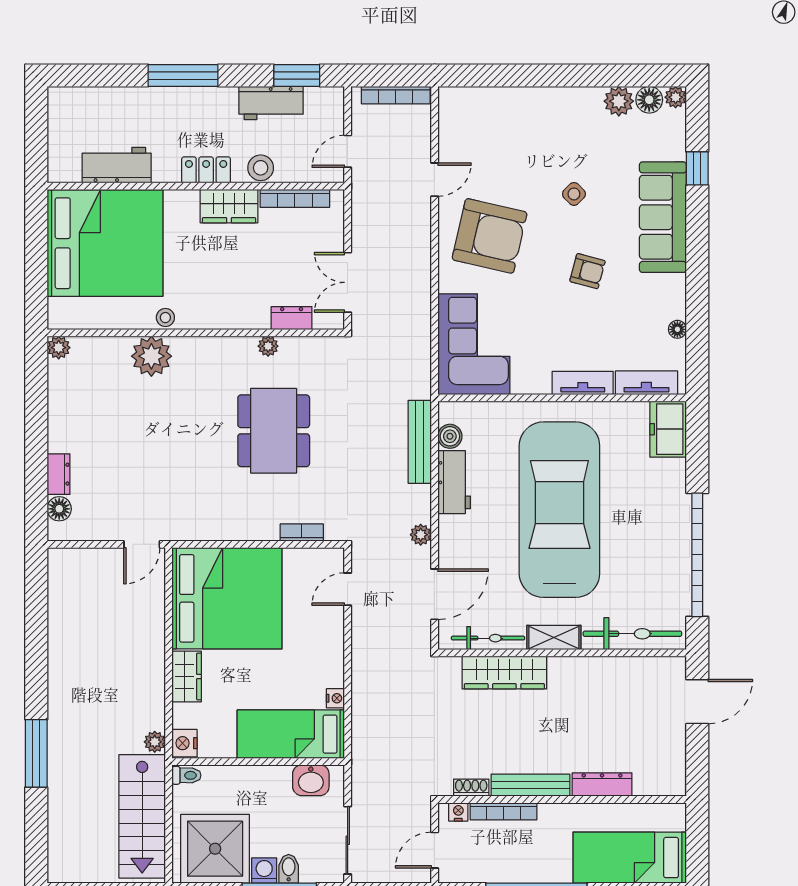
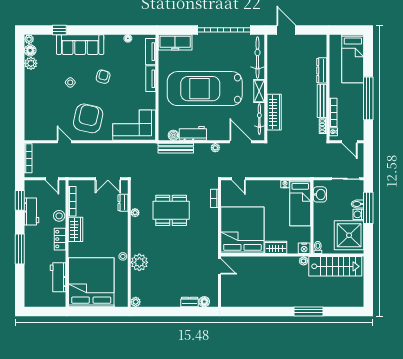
freezer: (668, 429) -> (175, 42), width x1.40

